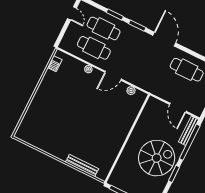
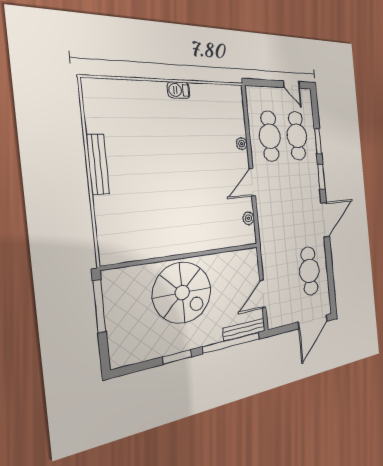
door: (72, 13) -> (291, 85), hinge flipped
barbecue: (55, 64) -> (179, 90), moved
door: (113, 76) -> (252, 182), hinge flipped
spiral stairs: (157, 158) -> (182, 293), moved
bench: (82, 166) -> (98, 164), moved

